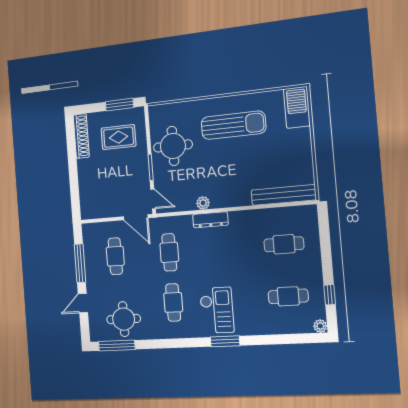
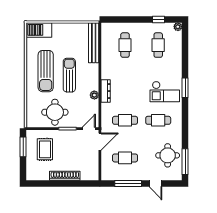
sun lounger: (233, 125) -> (46, 71), turned 180
shoe rack: (81, 136) -> (65, 176), moved
sun lounger: (230, 162) -> (69, 75), added
checkout: (217, 310) -> (165, 92), turned 180

